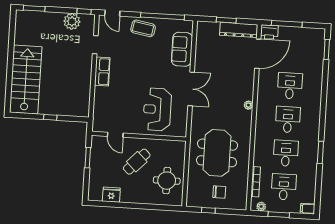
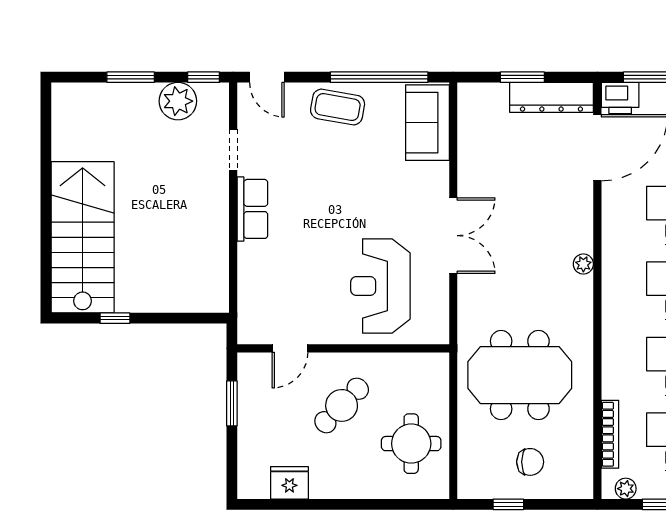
window: (34, 8) -> (131, 77), moved
sofa: (182, 49) -> (427, 123), moved
window: (50, 117) -> (115, 318), moved
door: (115, 135) -> (290, 348), hinge flipped
meeting table: (217, 153) -> (520, 375), turned 90

